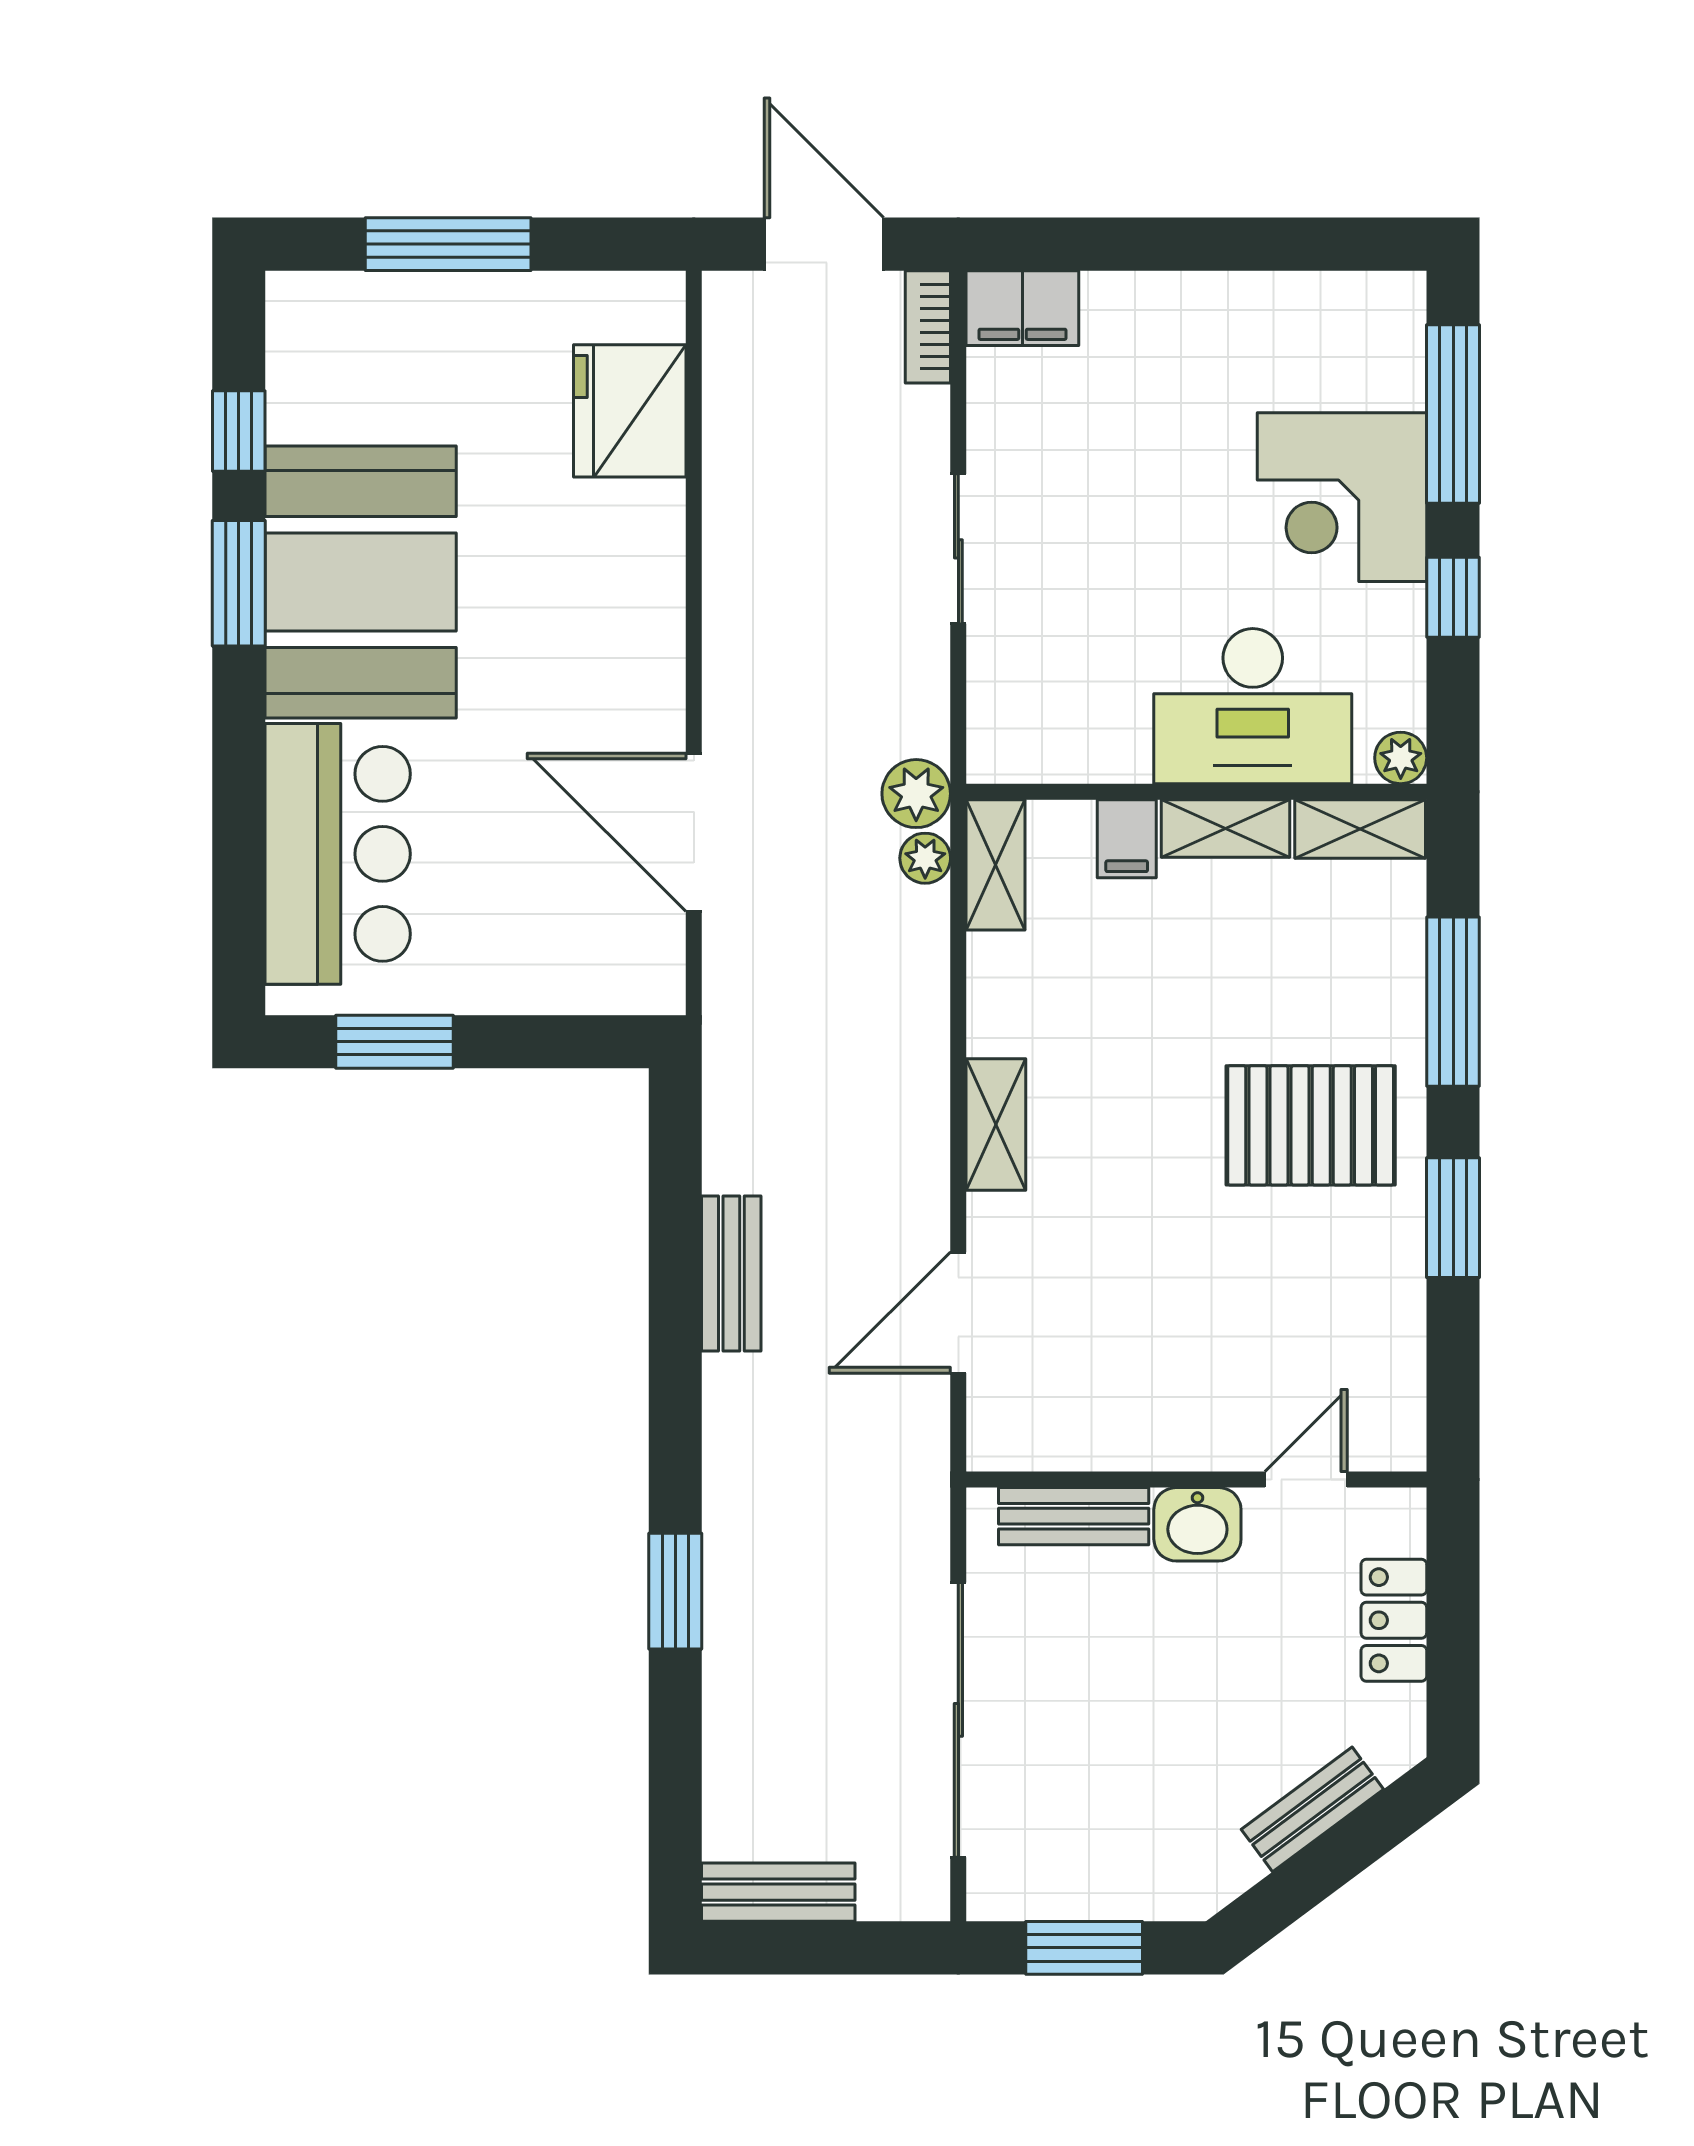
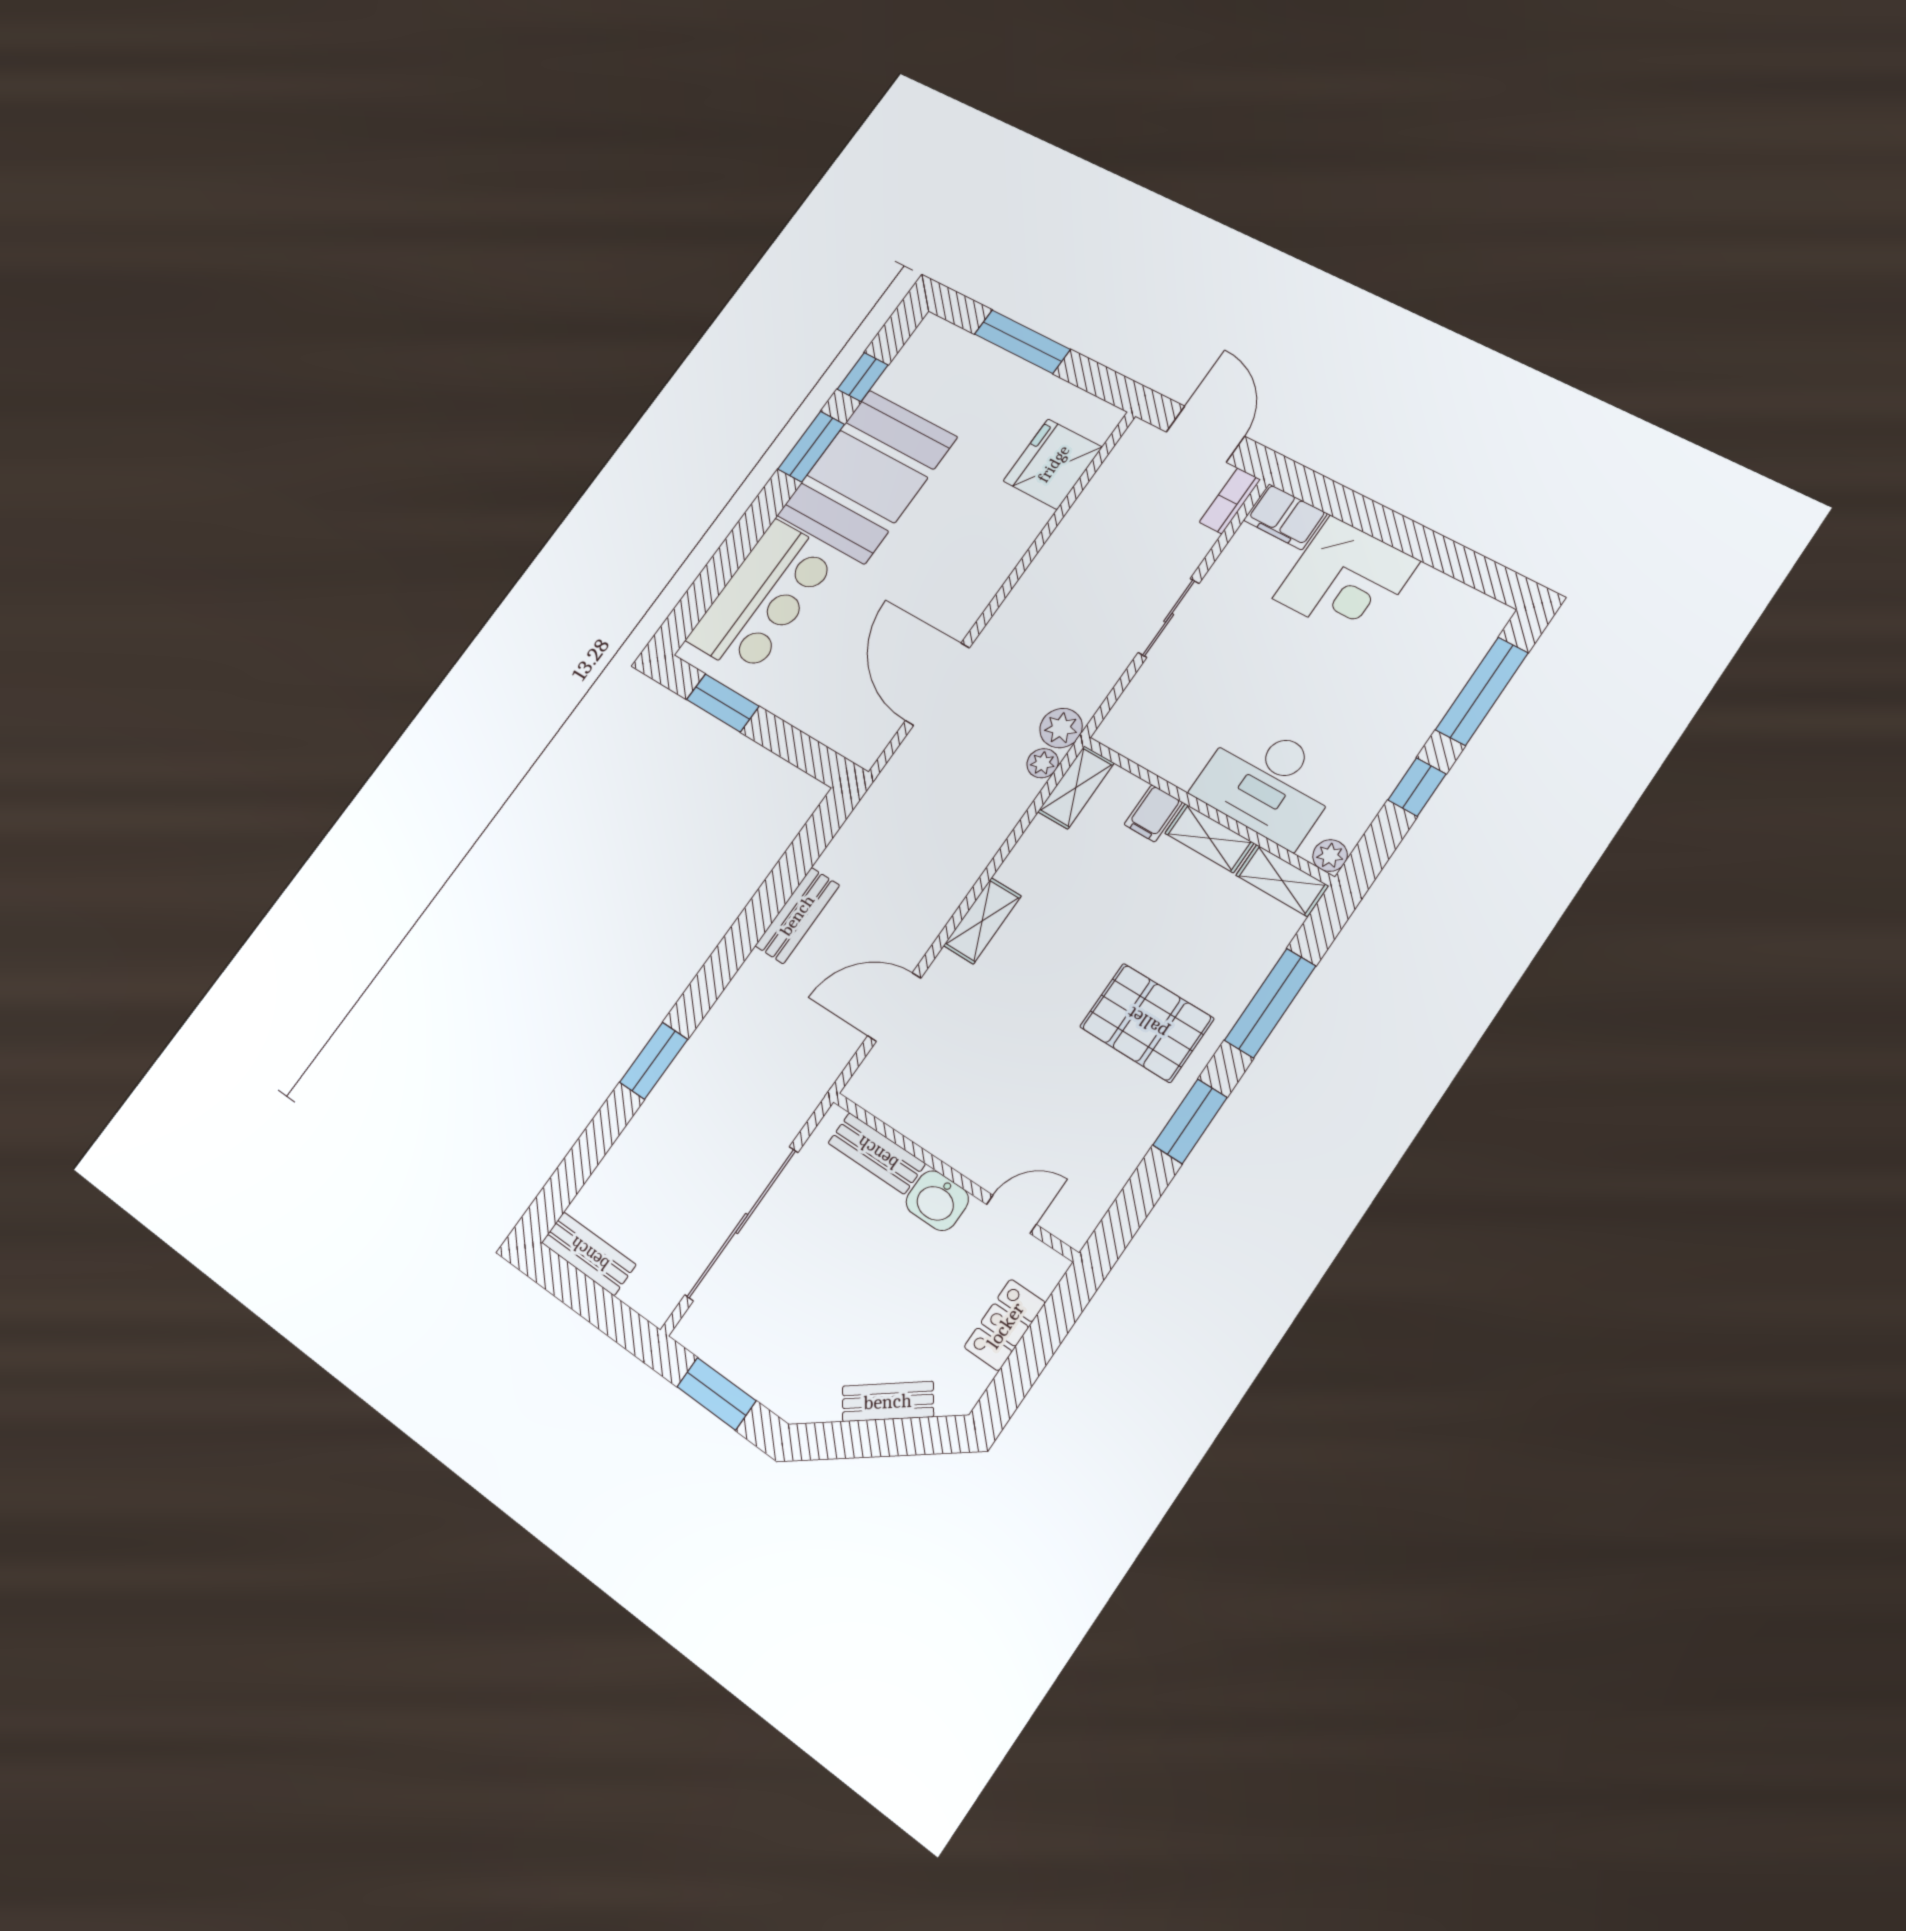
corner desk: (1342, 497) -> (1346, 580), moved, turned -90

